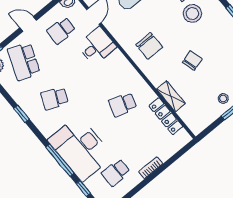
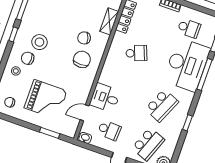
chair: (192, 60) -> (84, 38), moved
school desk: (55, 98) -> (162, 105), width x1.85
school desk: (123, 104) -> (136, 53), turned -39

